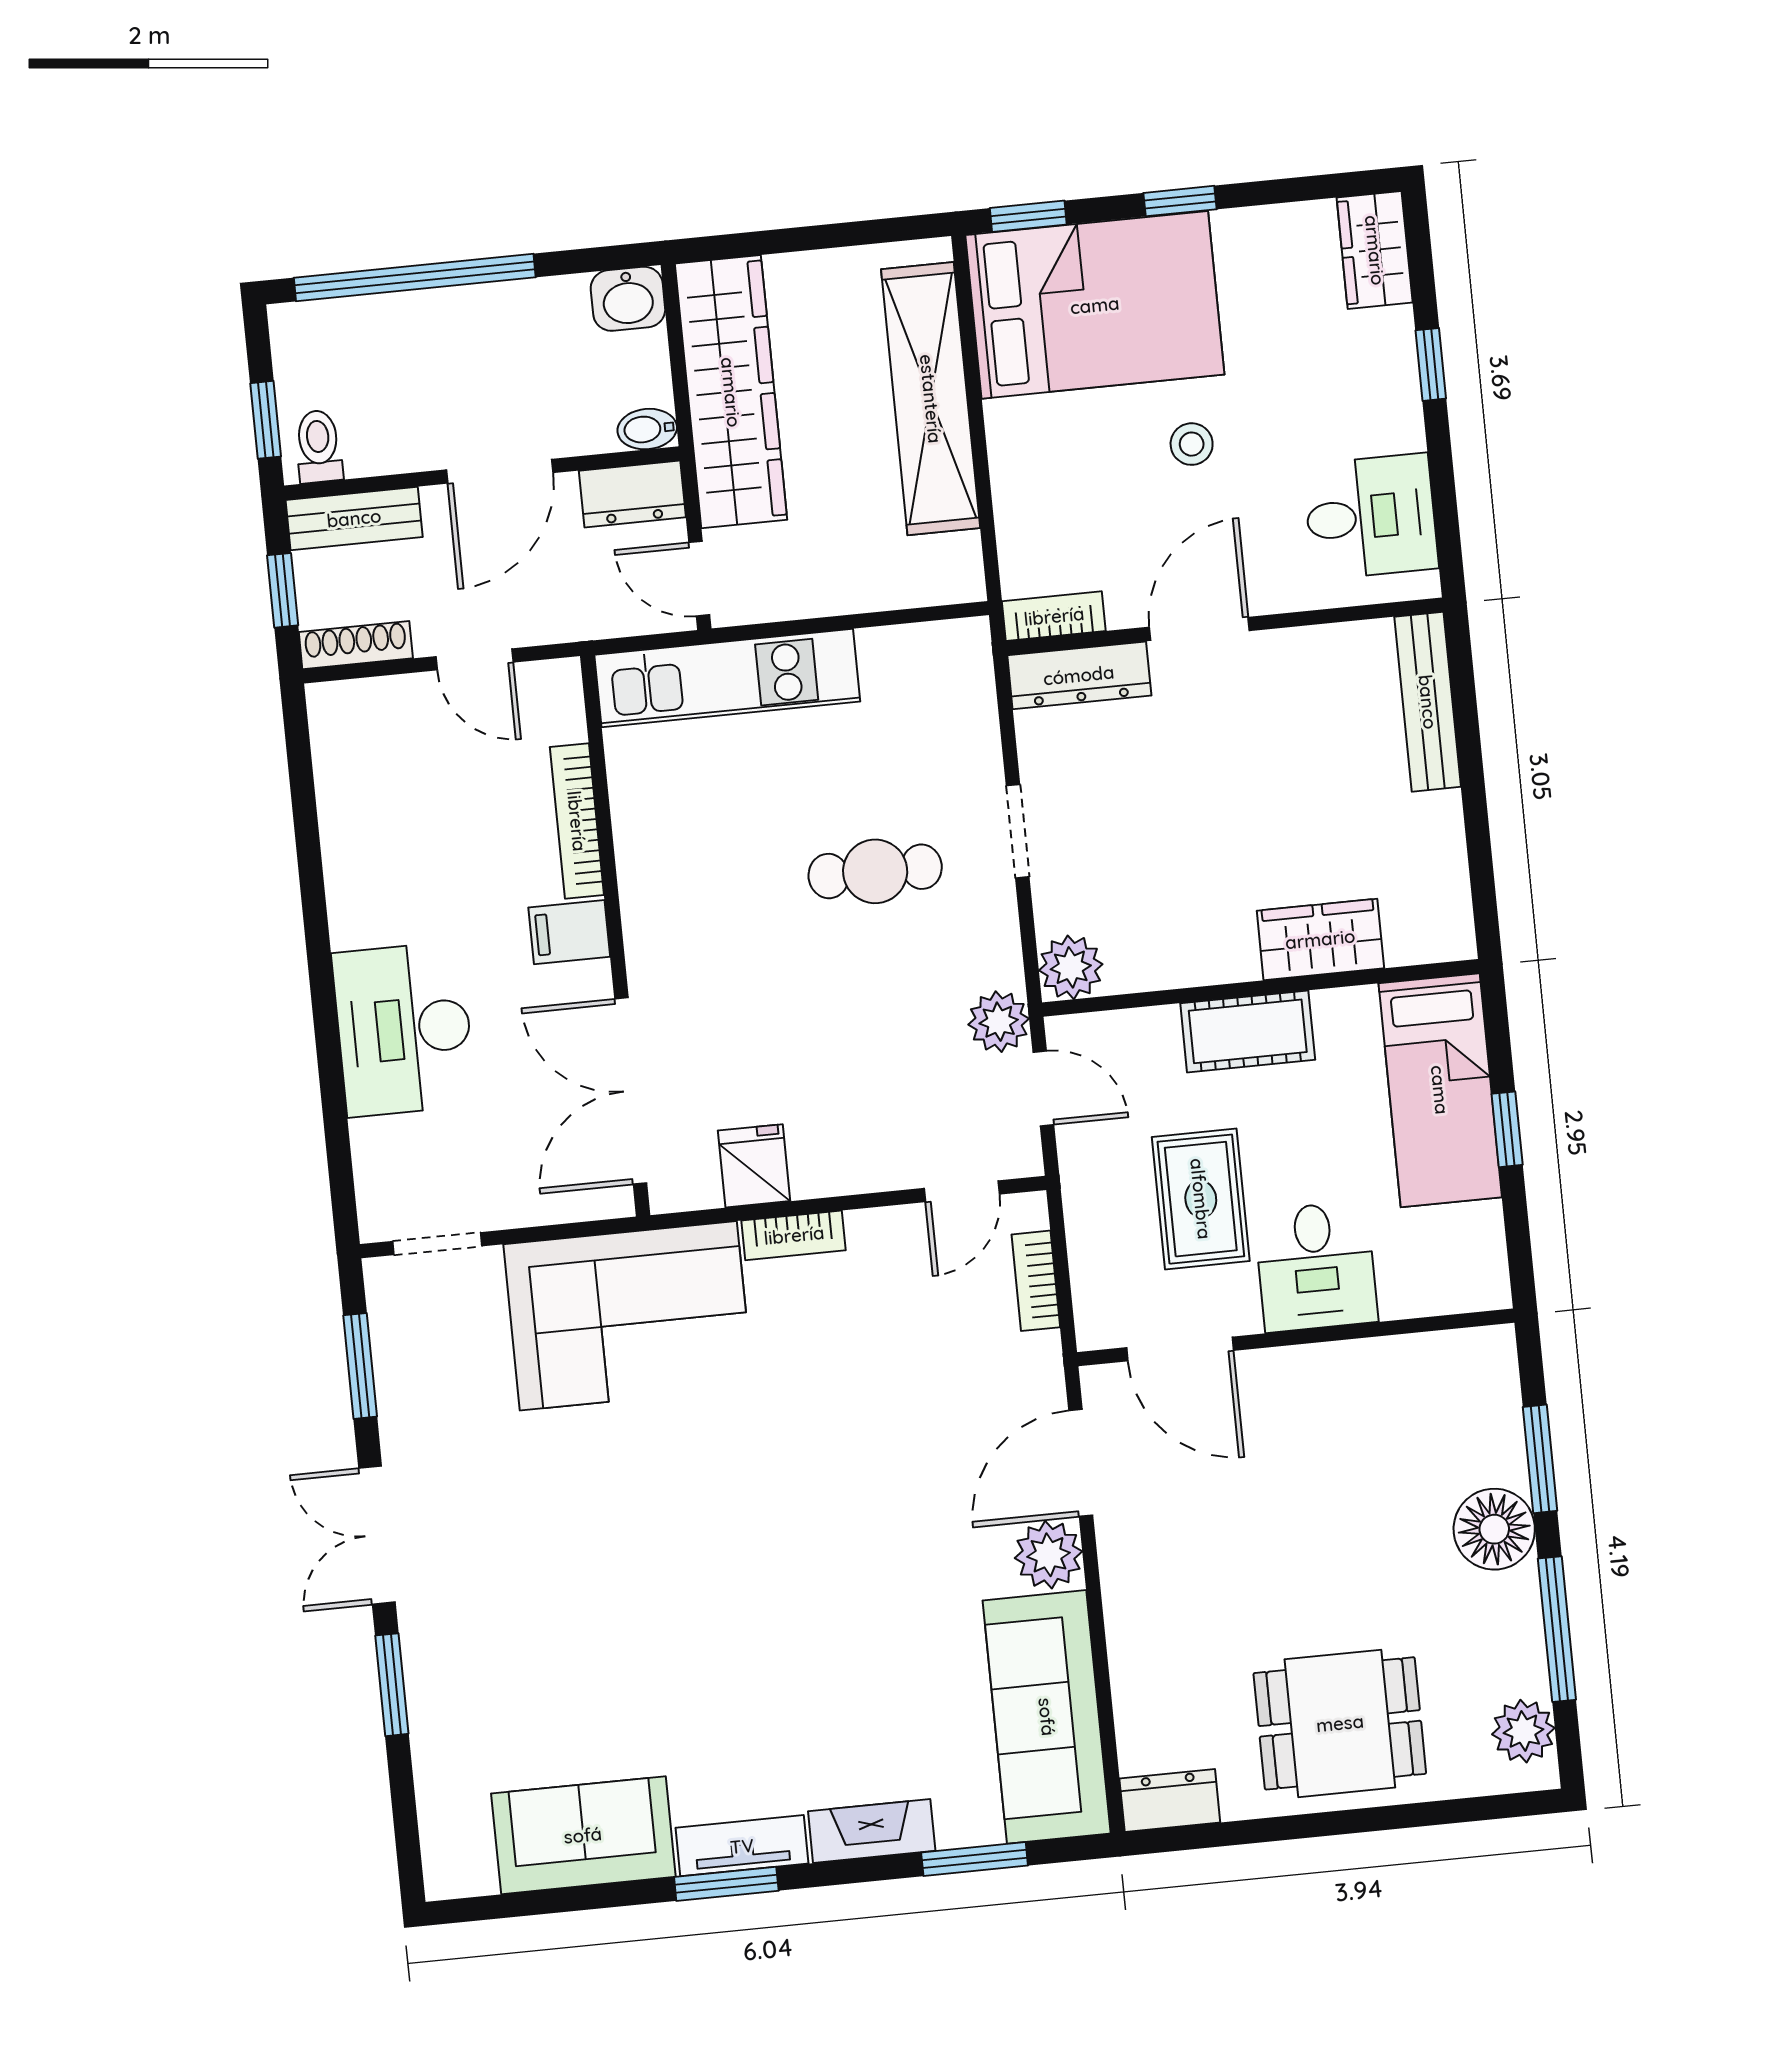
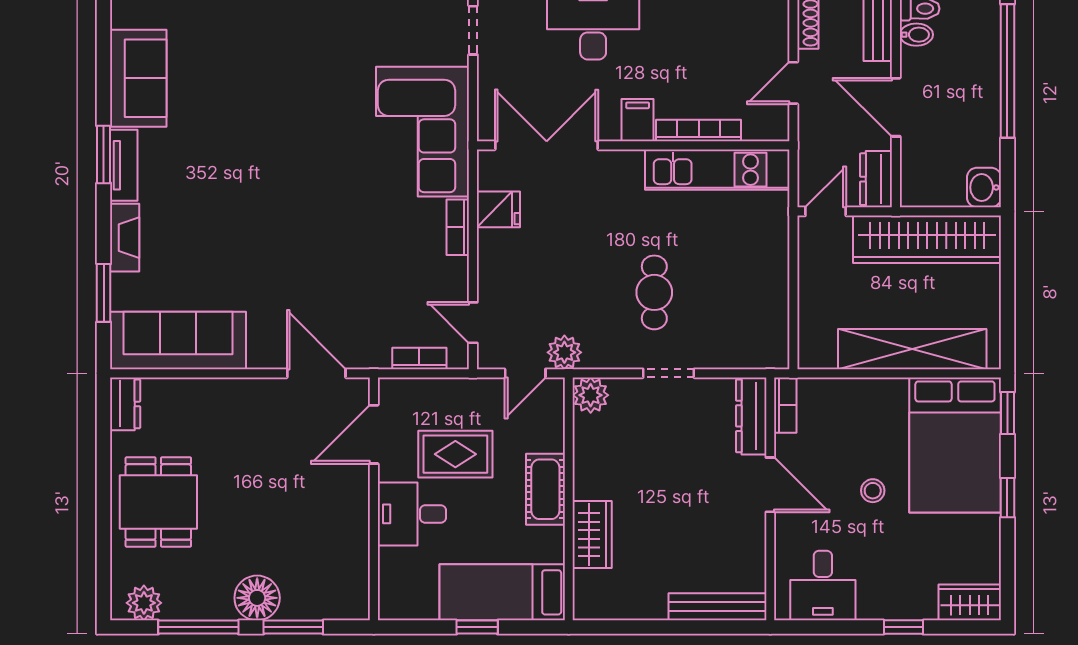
bidet: (647, 429) -> (916, 35), moved, turned 90
kitchen unit: (727, 678) -> (717, 170), moved, turned -90
plant: (1048, 1555) -> (267, 350), removed

